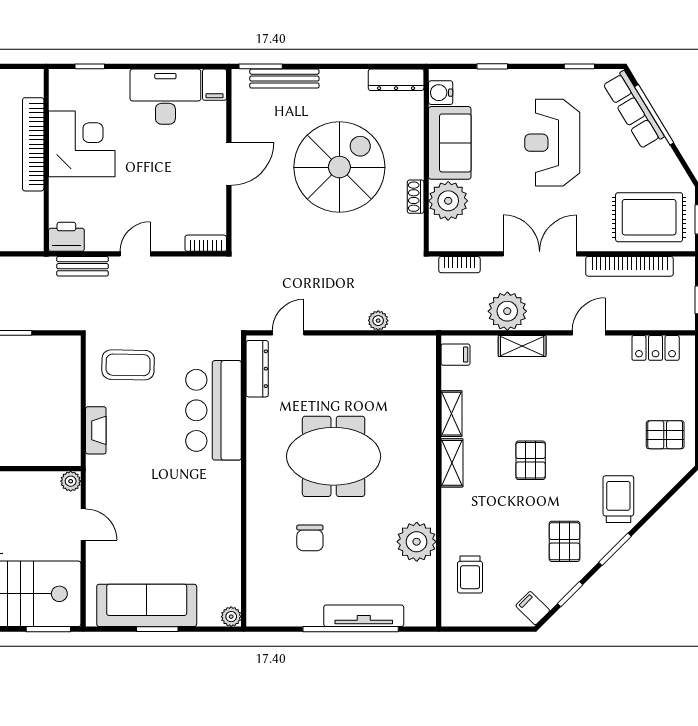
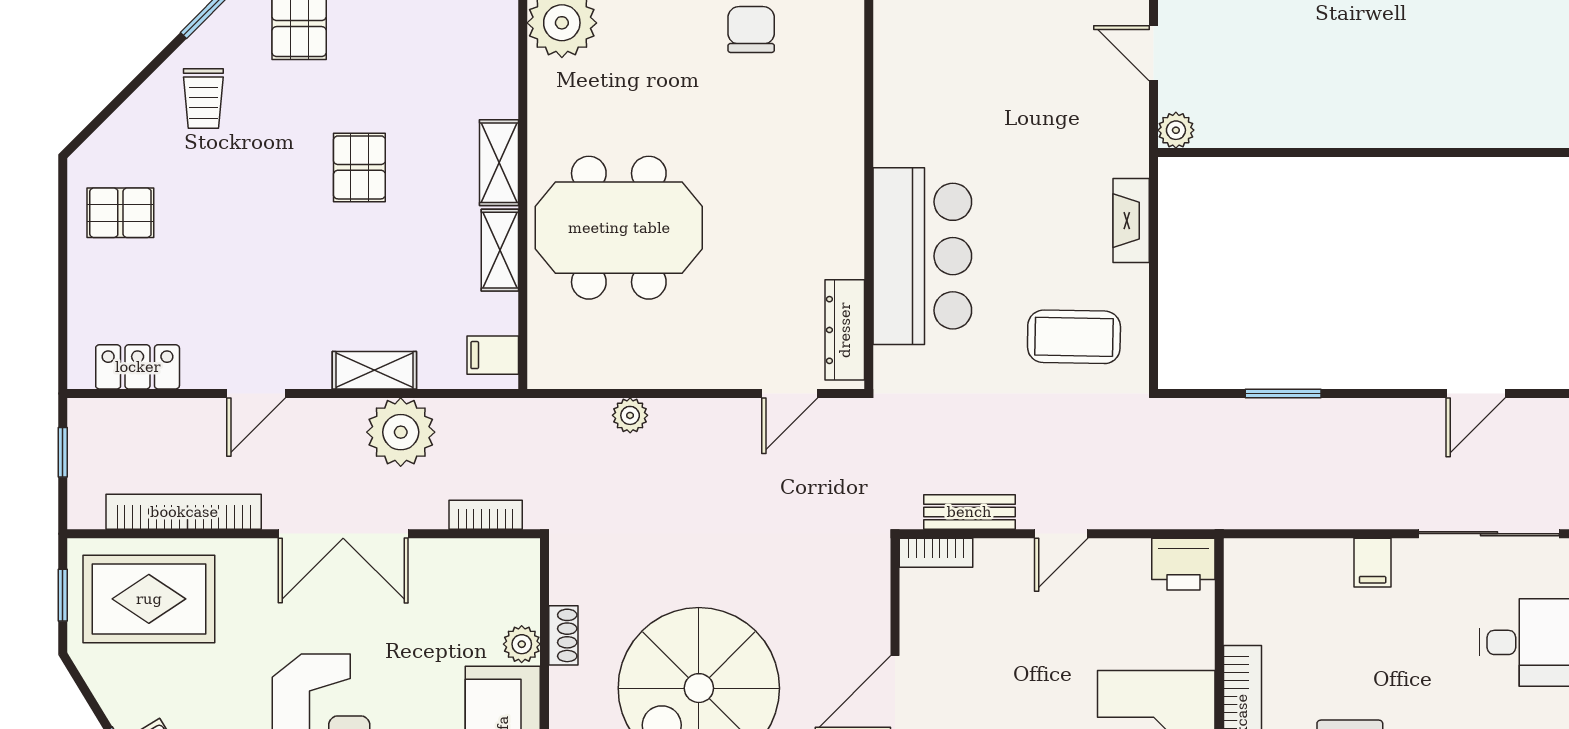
plant: (448, 201) -> (522, 644), width x0.53, depth x0.53
bench: (82, 266) -> (969, 512), moved
meeting table: (334, 456) -> (619, 228), moved
trolley: (618, 499) -> (203, 98), width x0.73, depth x0.72

